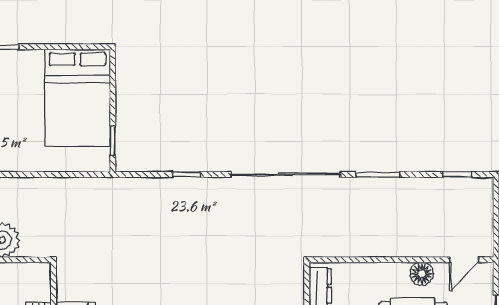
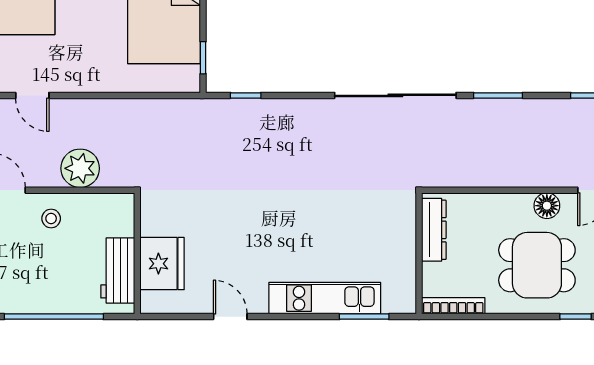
window: (186, 175) -> (246, 95), moved

